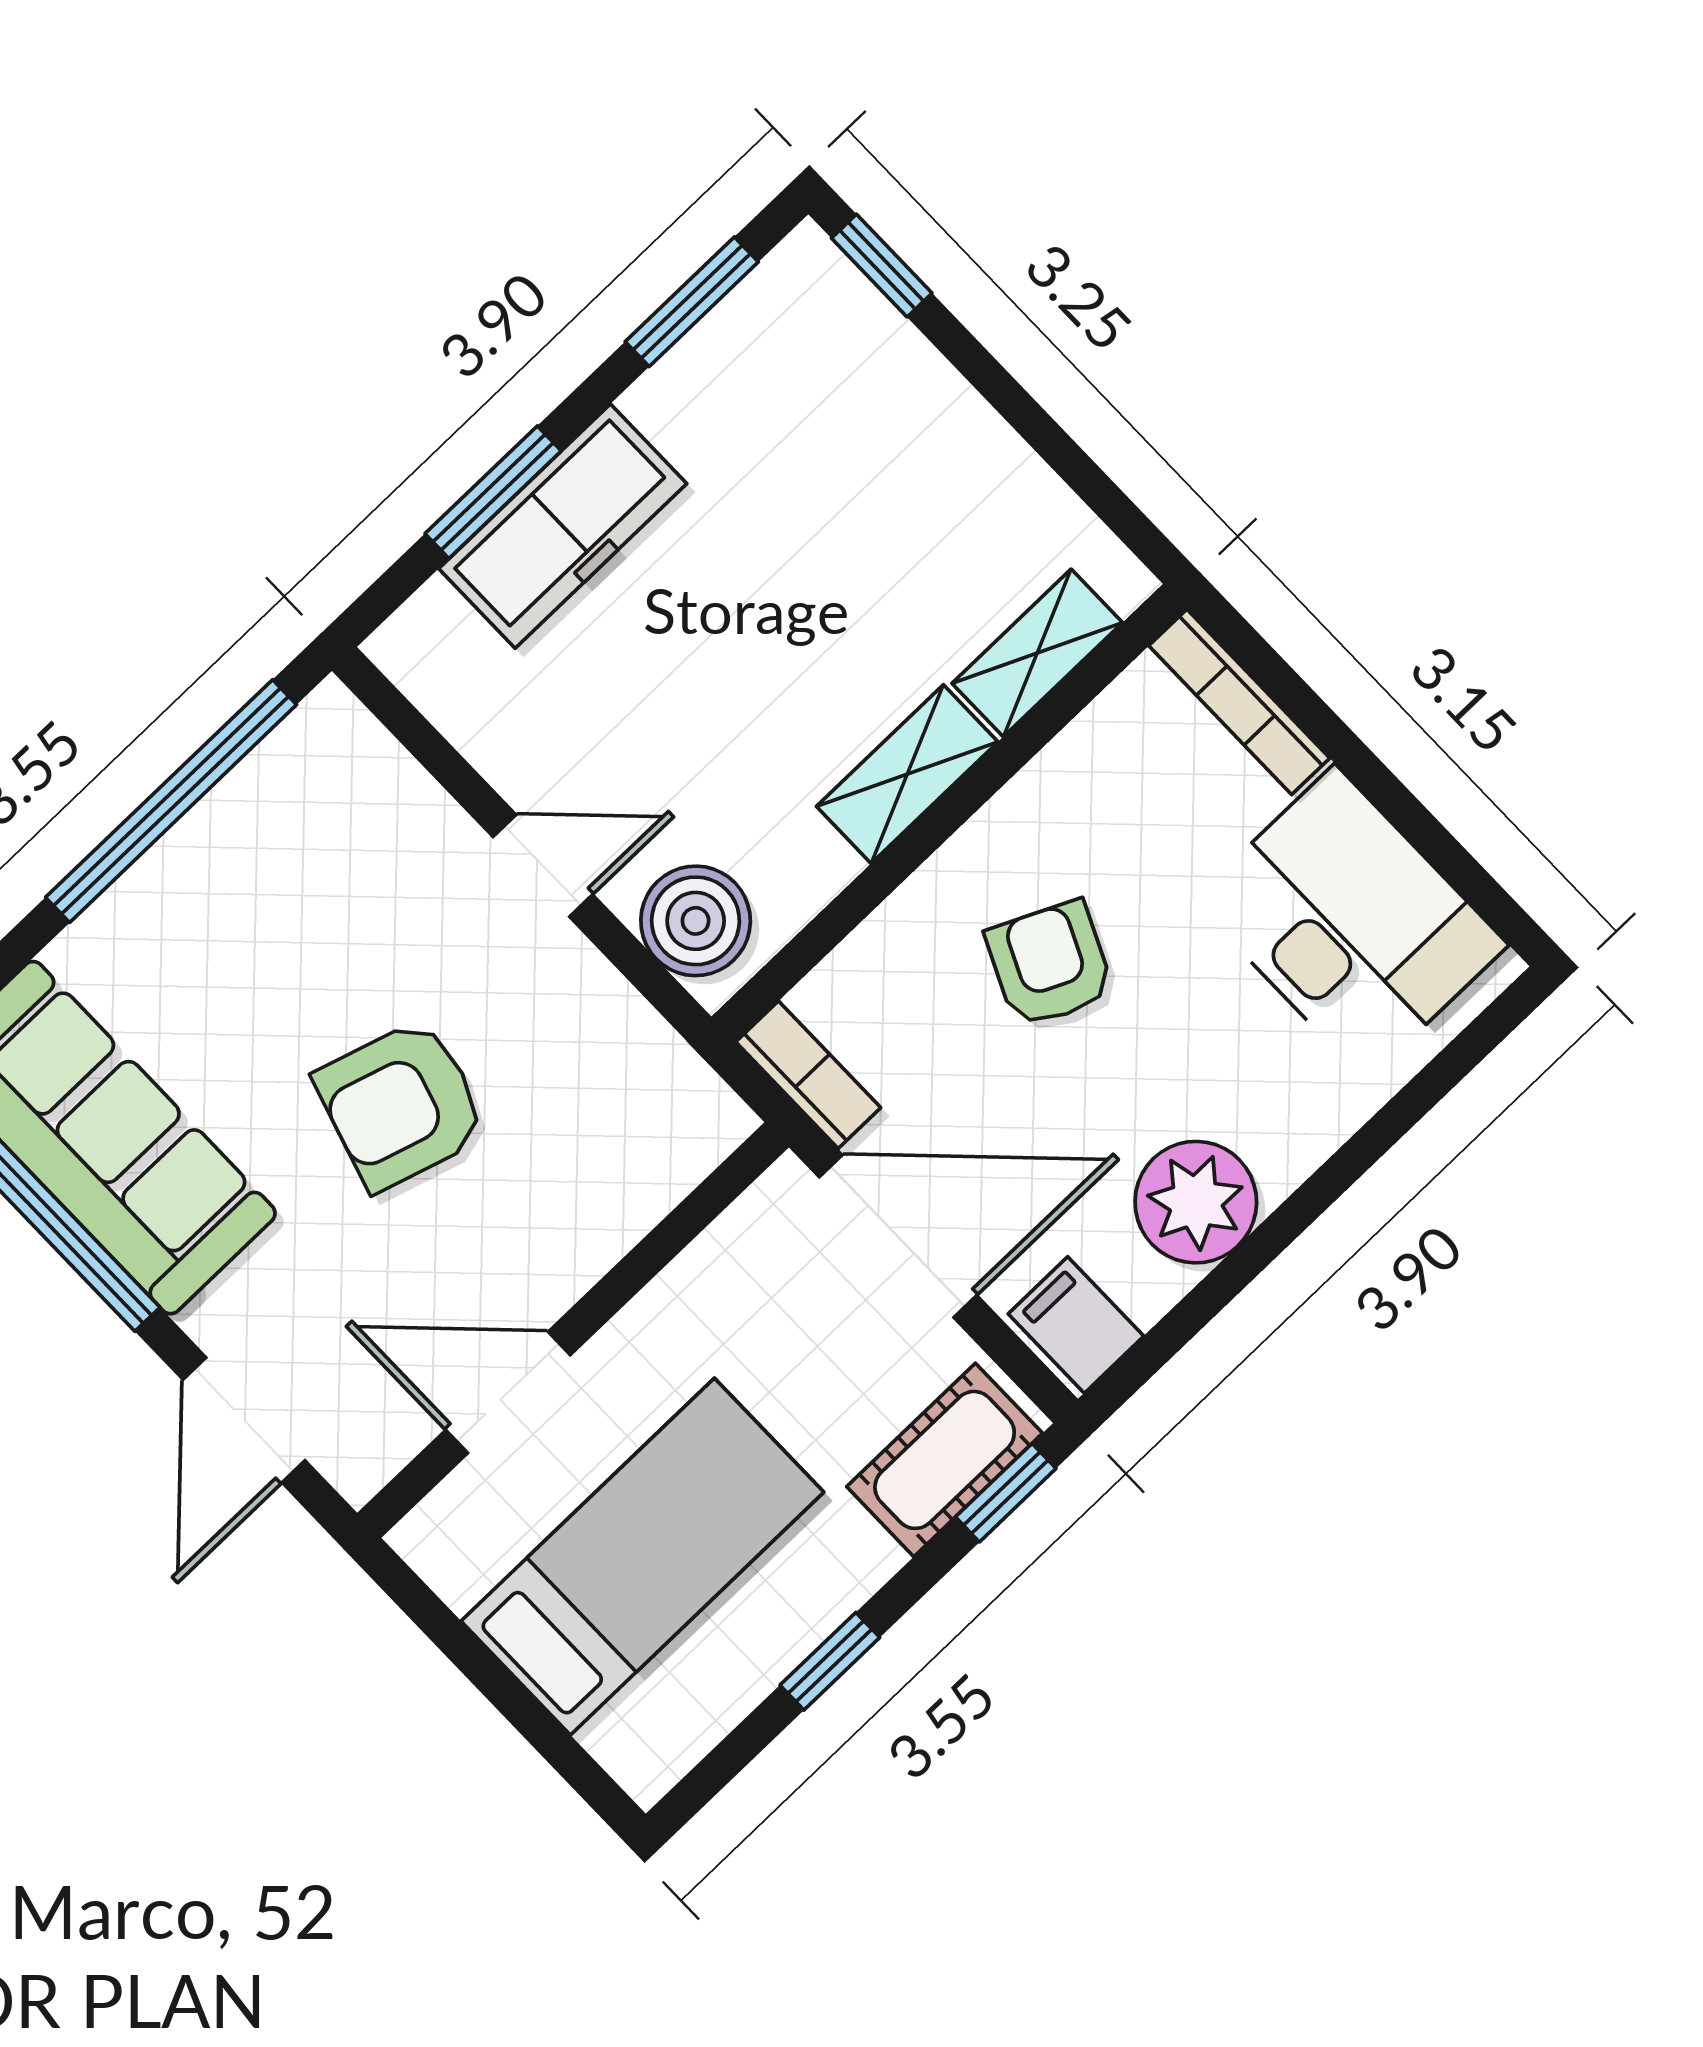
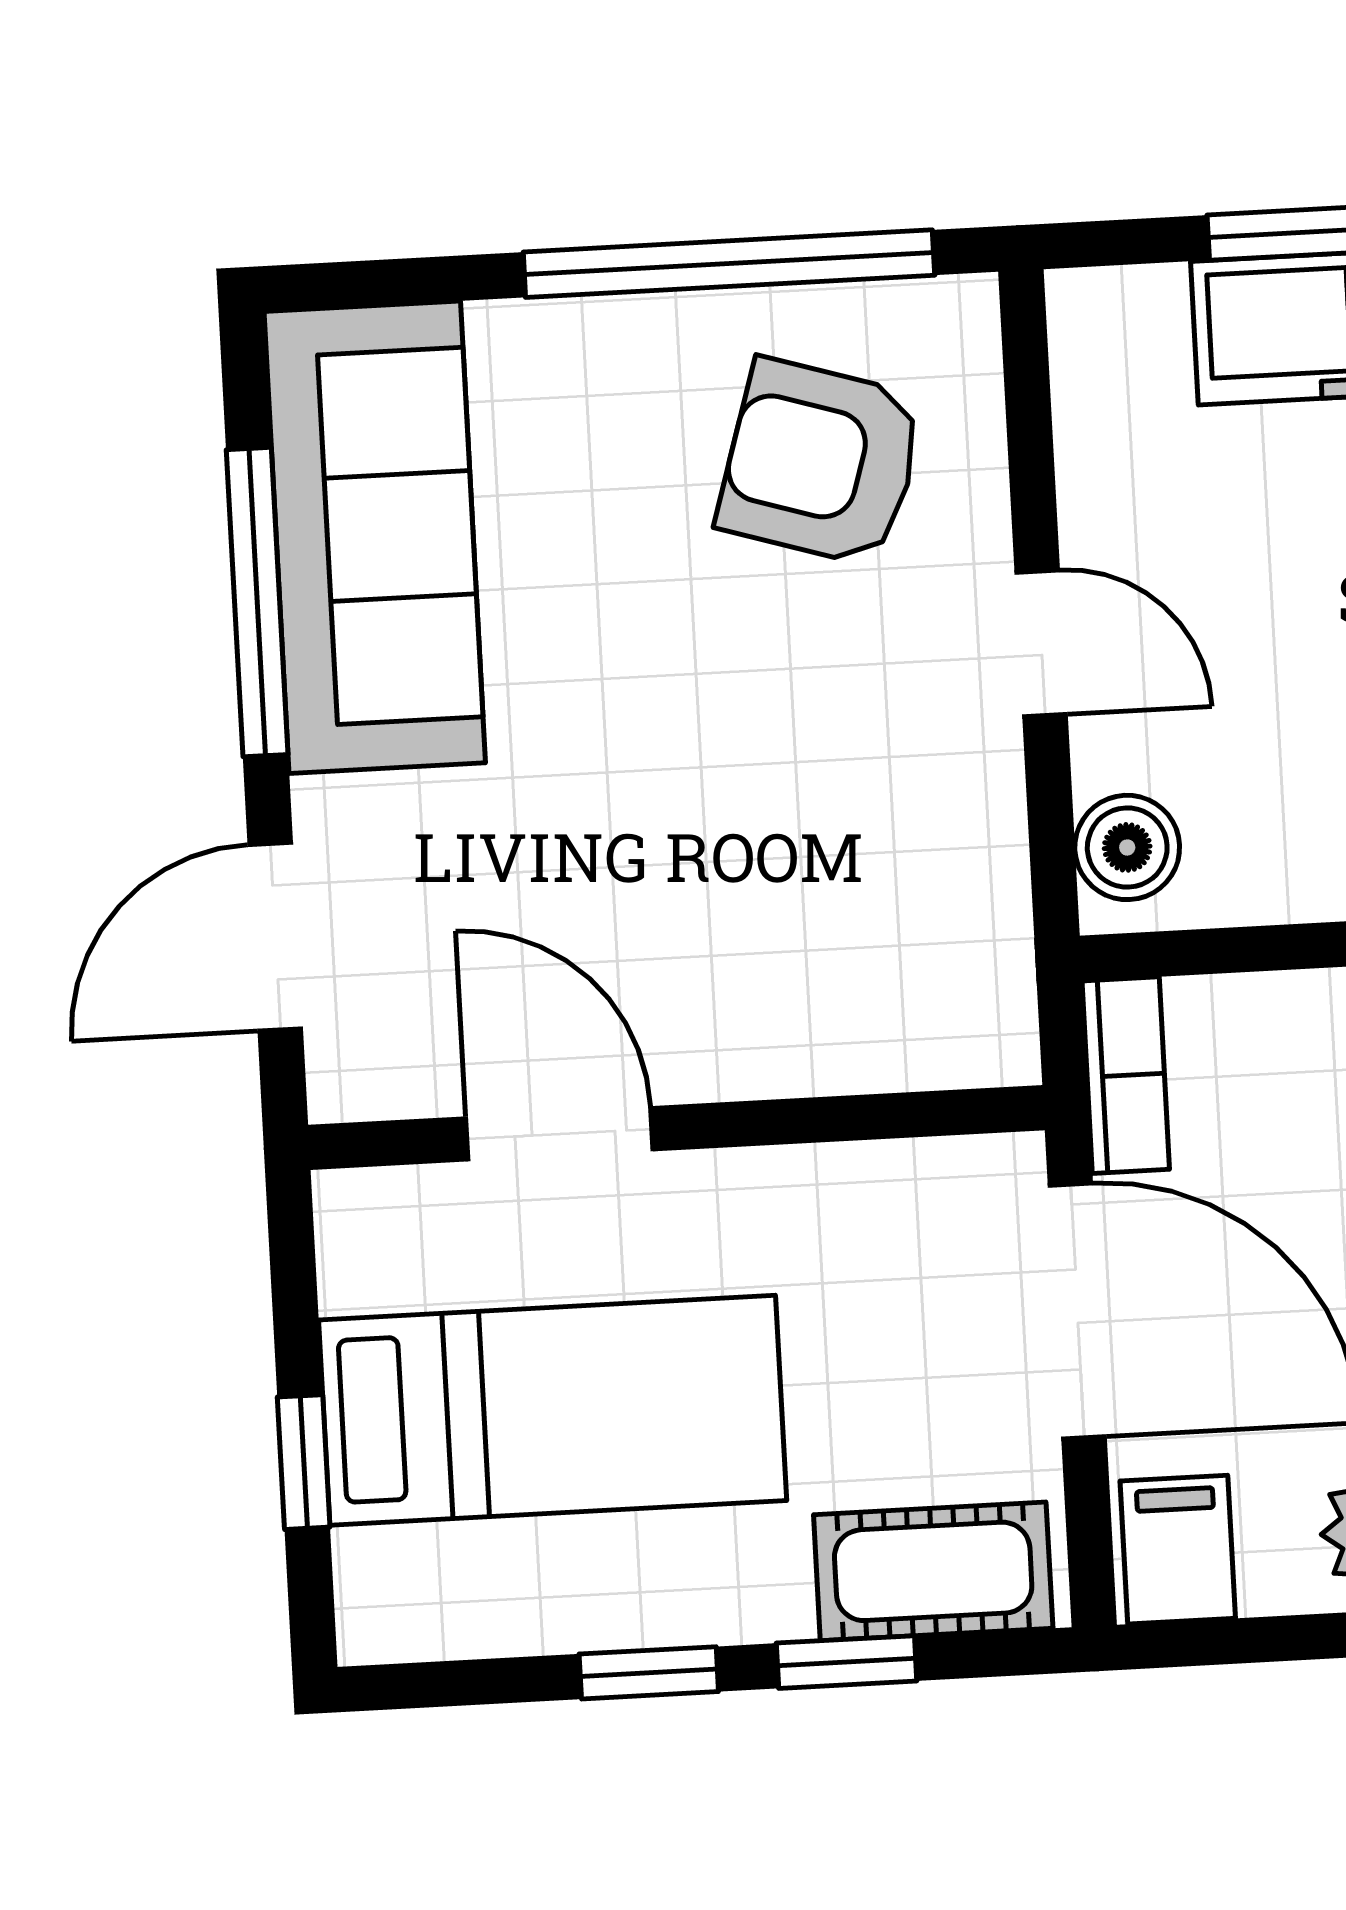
boiler: (696, 921) -> (1127, 847), width x0.73, depth x0.73
armchair: (401, 1104) -> (821, 462), moved
window: (1006, 1493) -> (847, 1662), moved
window: (524, 1711) -> (304, 1462), added

